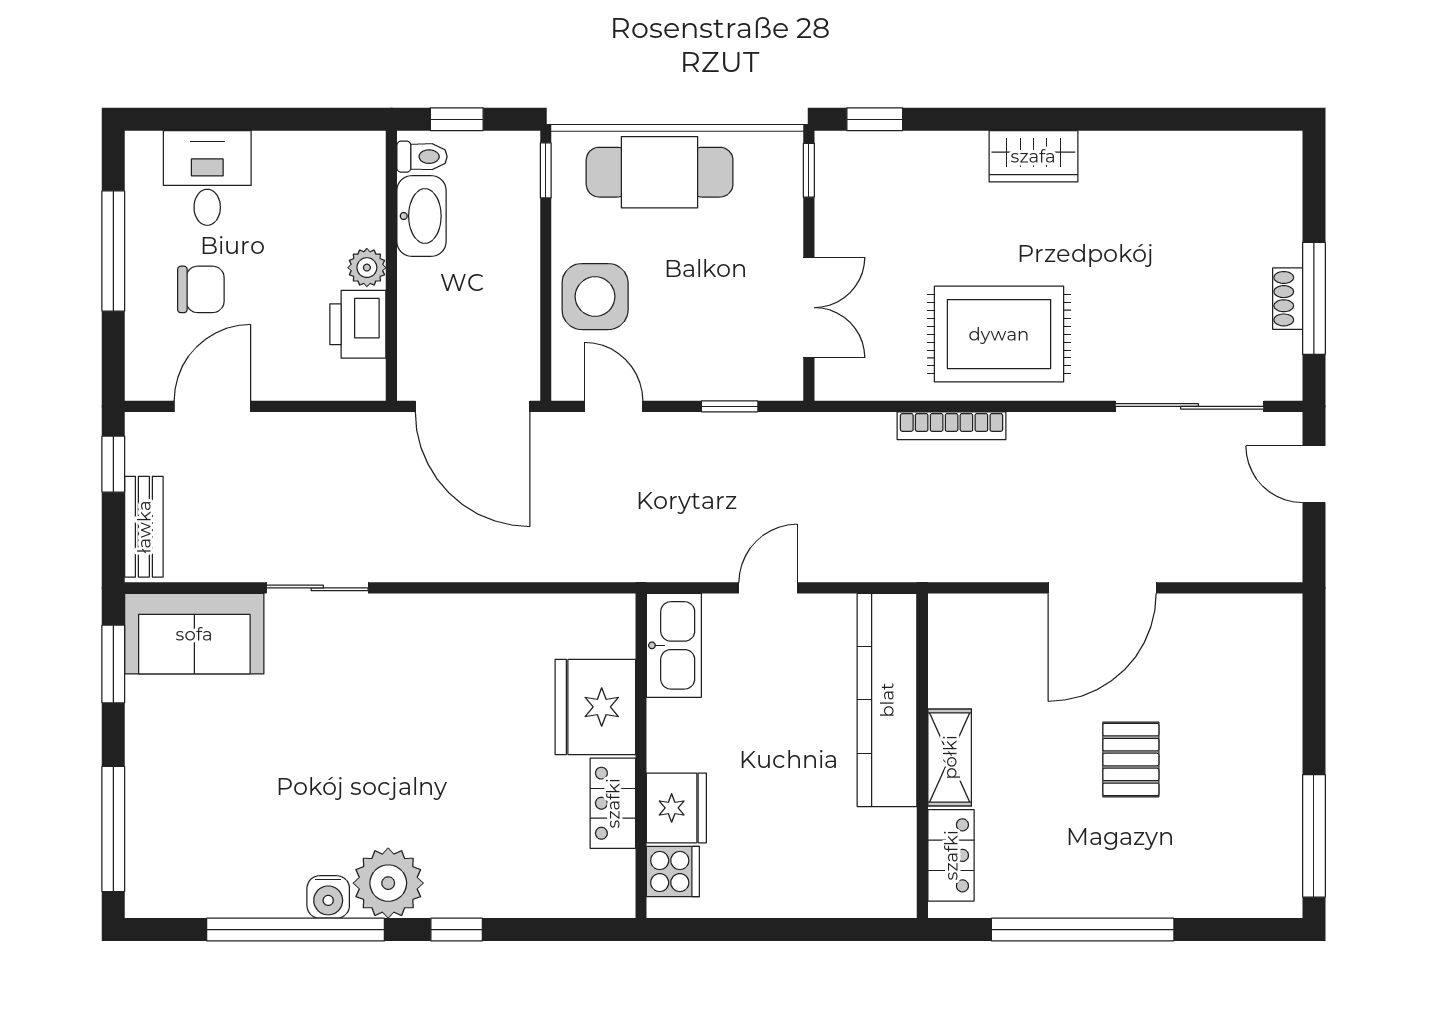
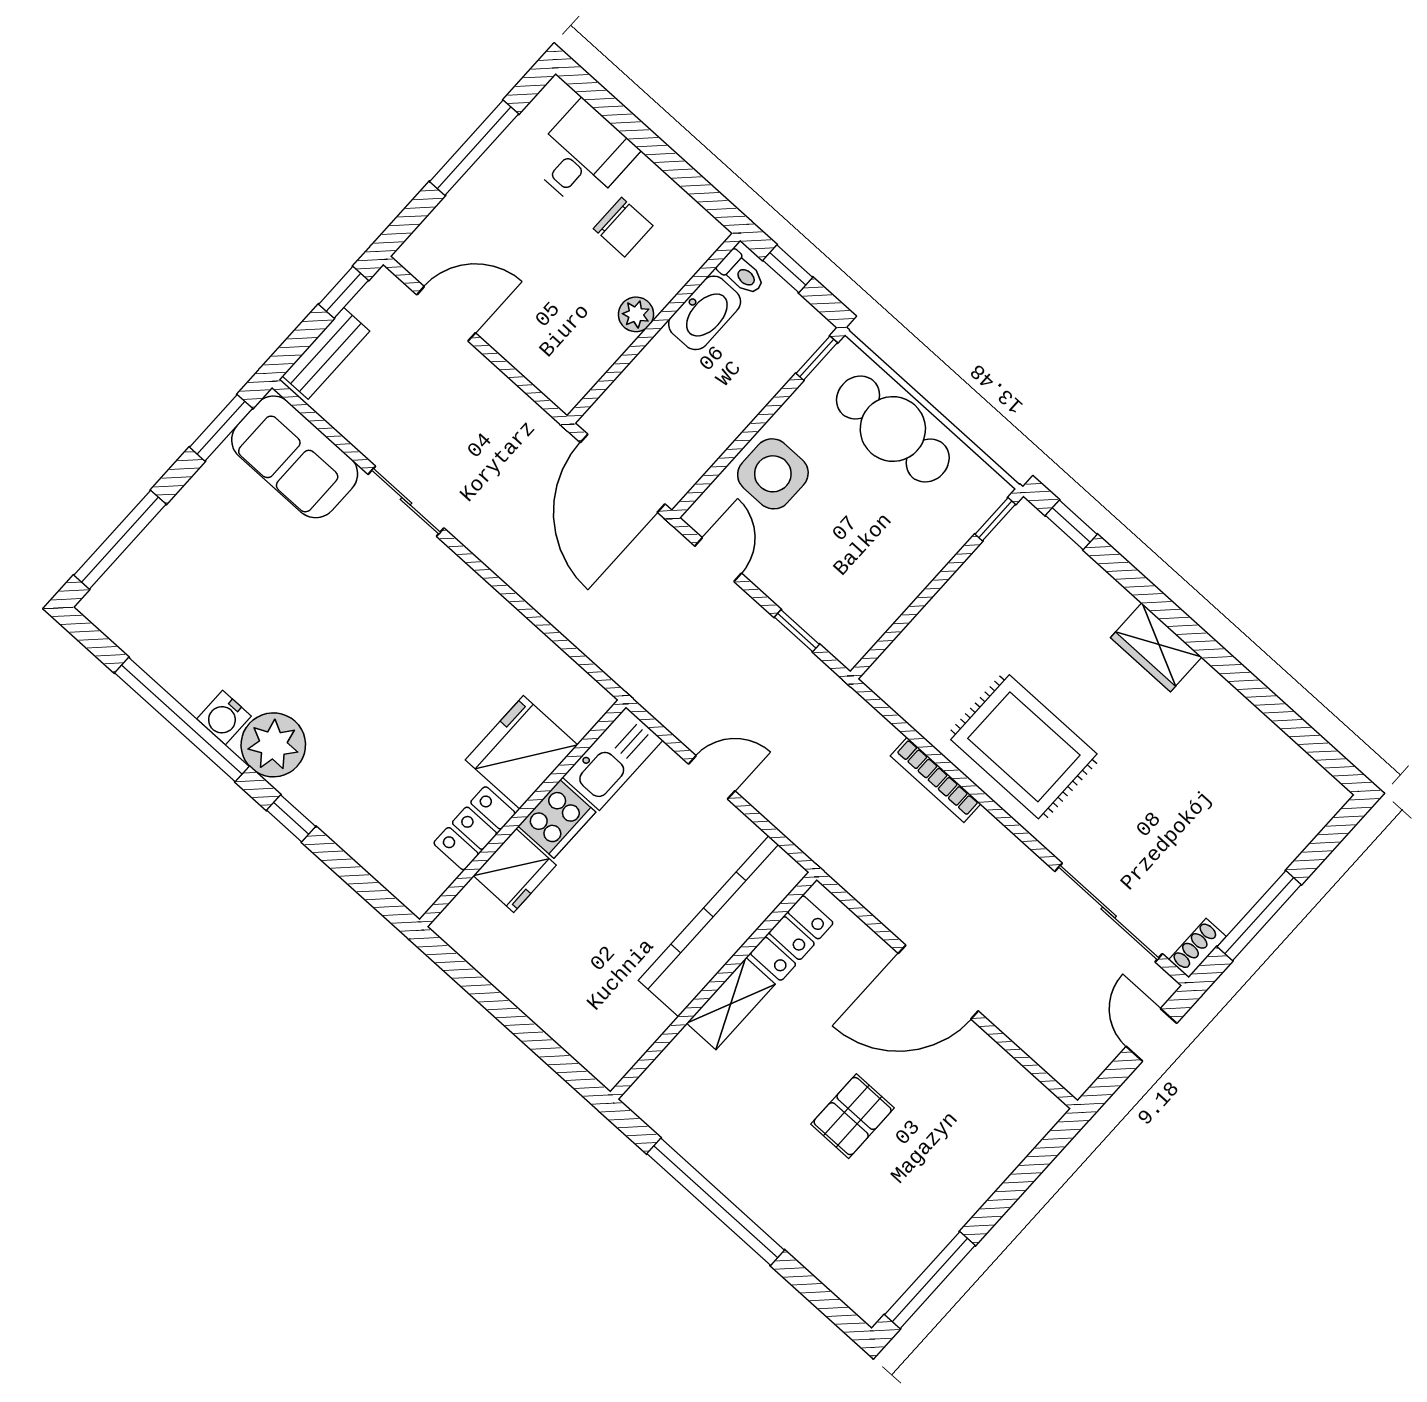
chair: (201, 289) -> (623, 227), moved
shoe rack: (1288, 299) -> (1197, 948), moved
double door: (809, 308) -> (911, 612), removed
printer: (358, 324) -> (595, 347), removed
locker: (951, 855) -> (792, 938), moved
cooker: (673, 872) -> (557, 819), moved, width x1.36

